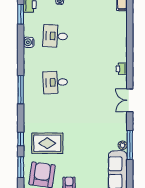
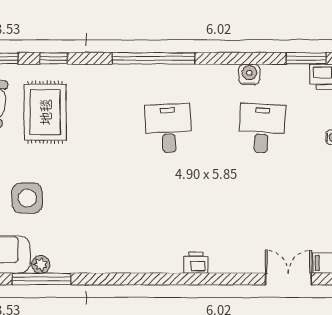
window: (21, 90) -> (153, 58), width x1.46
double door: (130, 100) -> (288, 279), moved
side table: (90, 152) -> (27, 198), added

